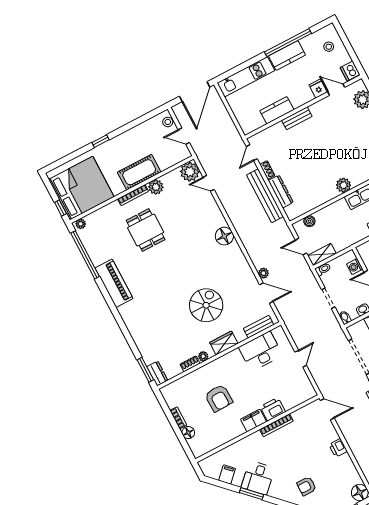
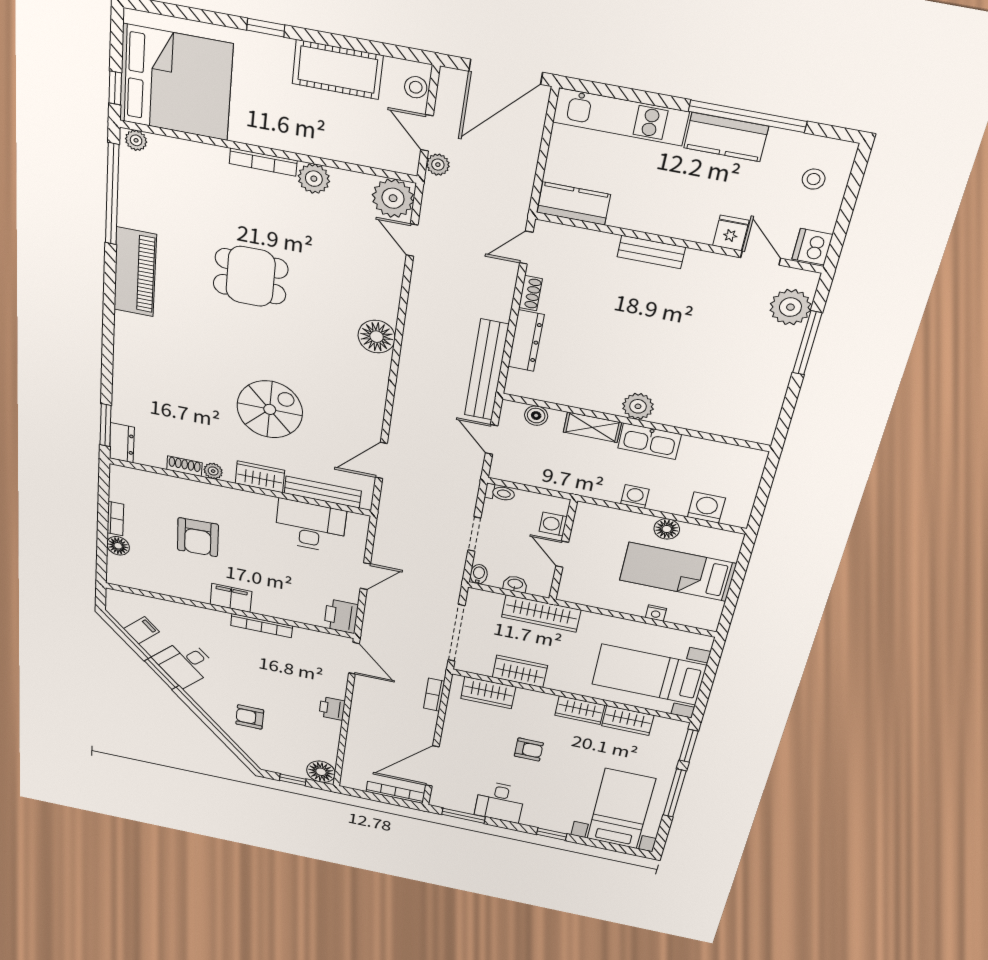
kitchen counter: (277, 110) -> (574, 203), moved
cot: (139, 172) -> (338, 70), moved
bench: (265, 196) -> (486, 370), moved
dining table: (146, 230) -> (251, 276), moved, turned 90
shelving: (322, 254) -> (592, 427), moved
plant: (263, 273) -> (438, 165), moved
door: (266, 293) -> (381, 461), swing flipped
bench: (259, 327) -> (323, 492), width x1.36
printer: (273, 409) -> (341, 616), moved, turned -90

